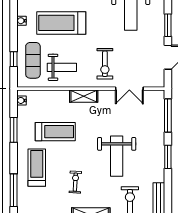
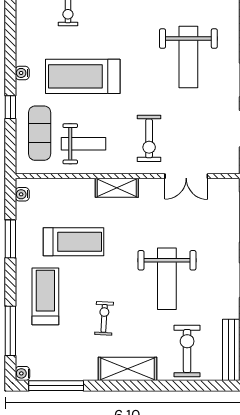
window: (14, 59) -> (10, 107), moved

